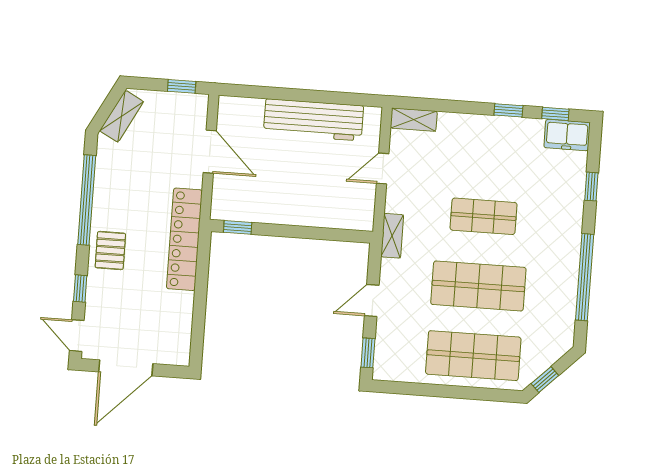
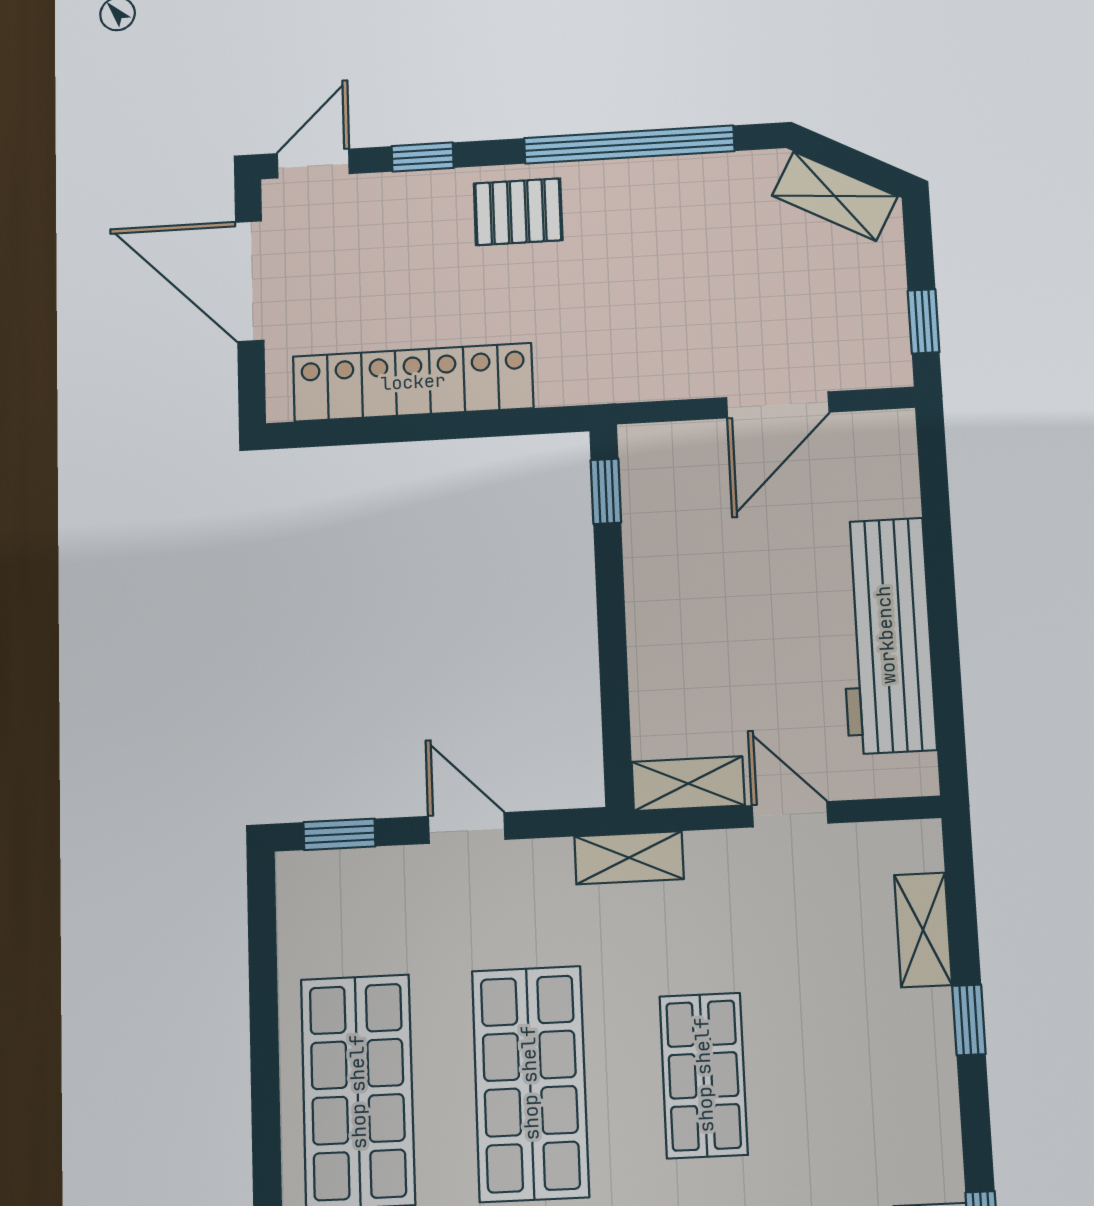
window: (508, 110) -> (969, 1020), moved
shelving: (414, 120) -> (923, 930), moved
shelving: (365, 208) -> (688, 784), added
locker: (184, 239) -> (413, 382), moved

